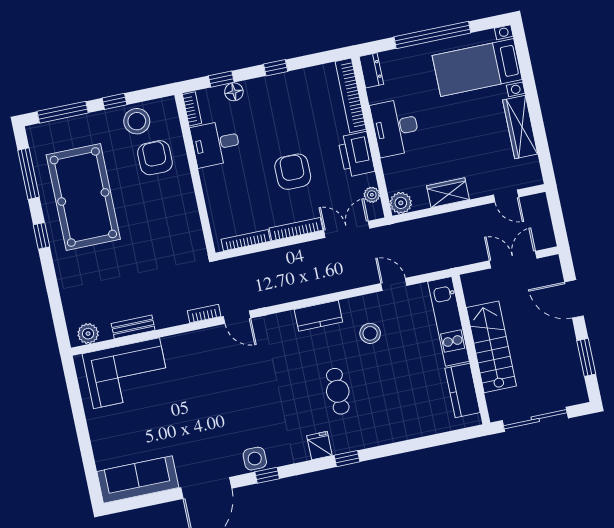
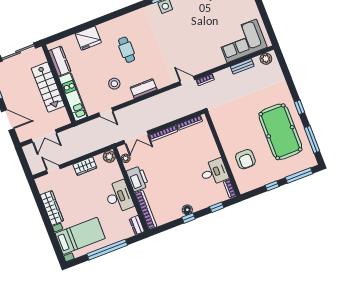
floor lamp: (234, 92) -> (187, 210), moved
stool: (137, 121) -> (258, 177), removed
armchair: (293, 172) -> (170, 164), removed
fridge: (319, 446) -> (88, 38), moved, width x1.88, depth x1.34
window: (347, 459) -> (116, 14), removed

